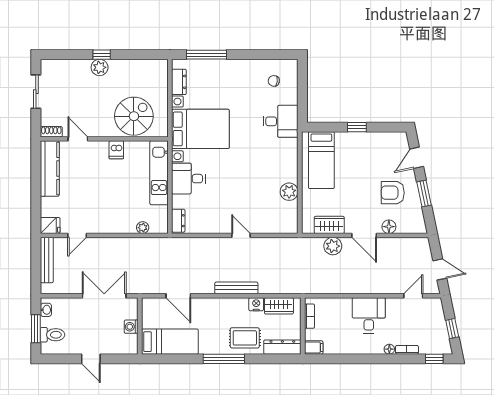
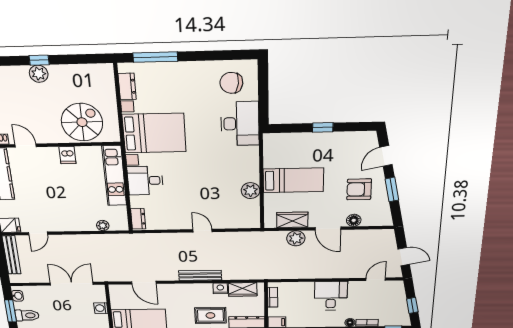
chair: (274, 81) -> (231, 83), width x1.87, depth x1.87
desk: (281, 121) -> (240, 124), width x1.37
bed: (321, 160) -> (293, 180), moved, turned -90

